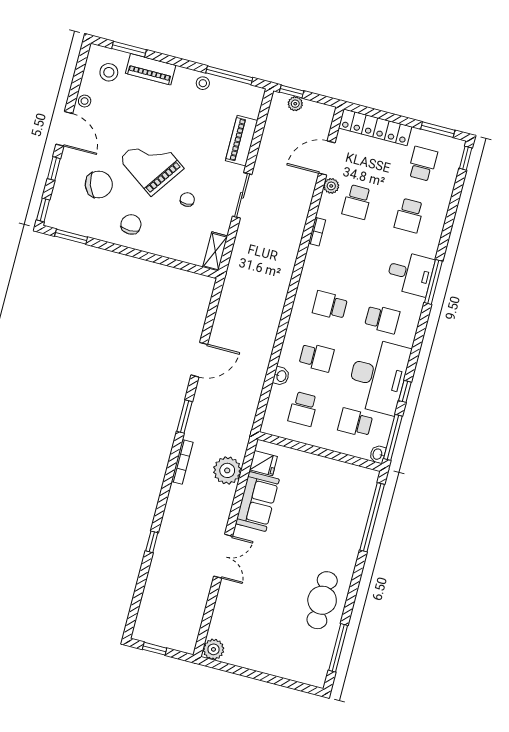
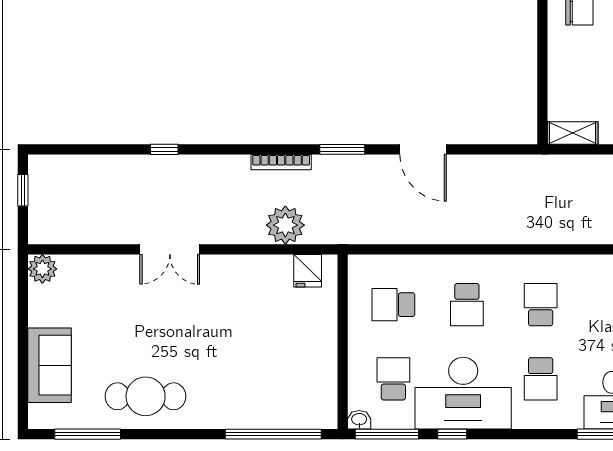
washbasin: (281, 376) -> (430, 264), removed
sofa: (257, 501) -> (50, 365), moved, turned -90

